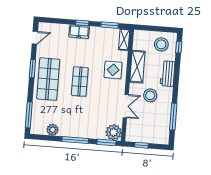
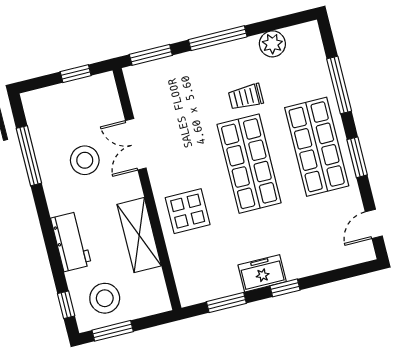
window: (163, 29) -> (113, 331), added
freezer: (79, 32) -> (262, 273), moved
shelving: (124, 39) -> (186, 282), removed
shop shelf: (80, 82) -> (249, 164), width x1.43, depth x1.36
stool: (150, 95) -> (85, 160), moved
trolley: (72, 111) -> (246, 97), added
window: (29, 115) -> (339, 85), moved
plant: (114, 132) -> (143, 81), removed

